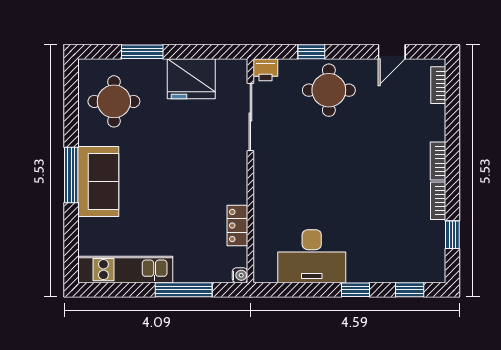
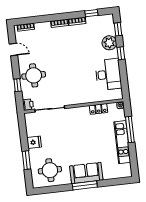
fridge: (191, 79) -> (34, 142), width x0.53, depth x0.75
plant: (382, 267) -> (109, 43), added
kitchen unit: (125, 270) -> (122, 142), moved

